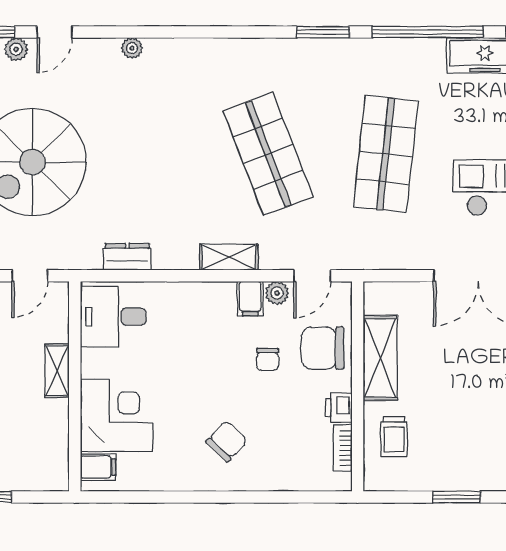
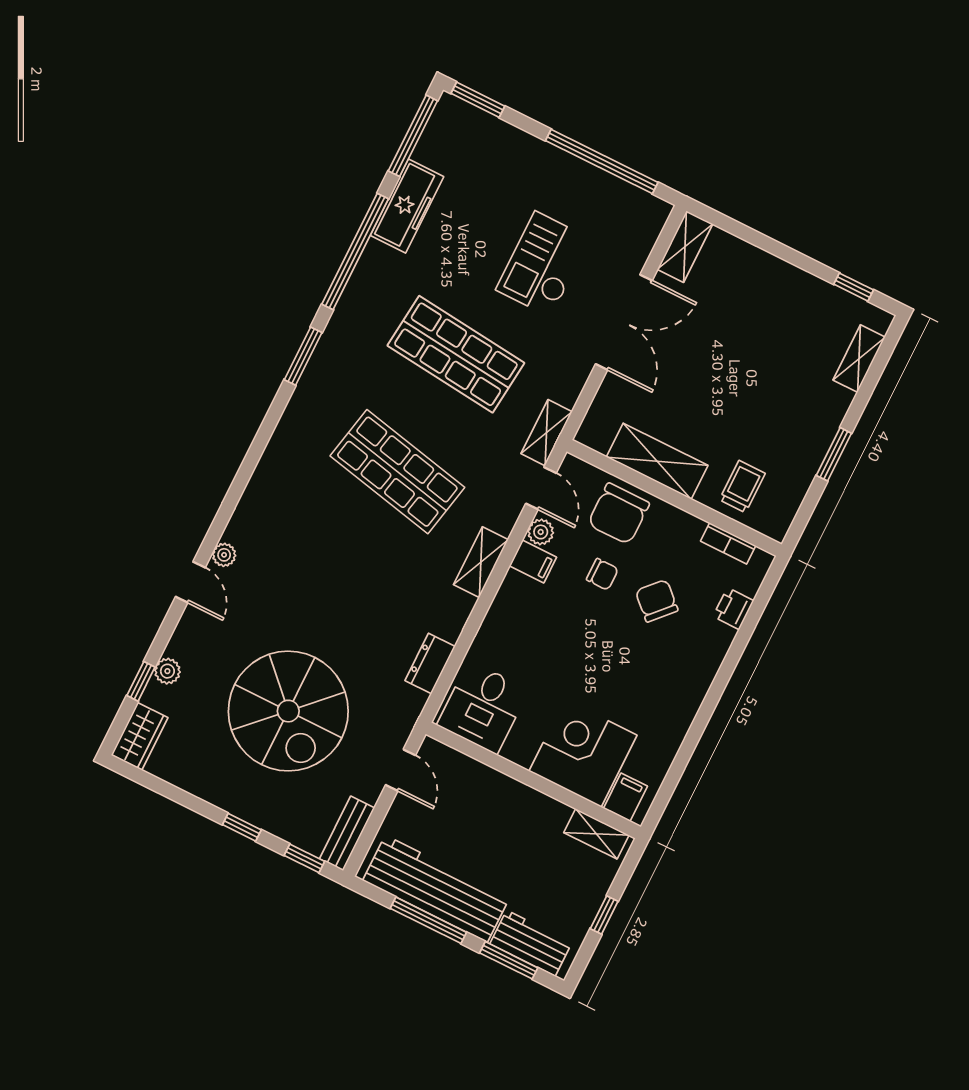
door: (55, 32) -> (190, 582), moved
shop shelf: (268, 154) -> (397, 472), turned 33
shelving: (359, 258) -> (547, 433), added
shelving: (57, 371) -> (596, 834), moved
printer: (339, 408) -> (733, 609), moved, turned 90
trolley: (394, 436) -> (742, 487), turned -90
chair: (227, 441) -> (657, 601), moved

